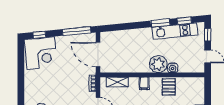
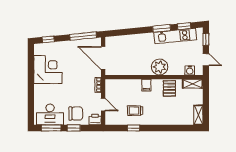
corner desk: (41, 53) -> (48, 70), moved, turned -84
water cooler: (173, 68) -> (190, 70), moved
shelving: (117, 82) -> (193, 84), moved

